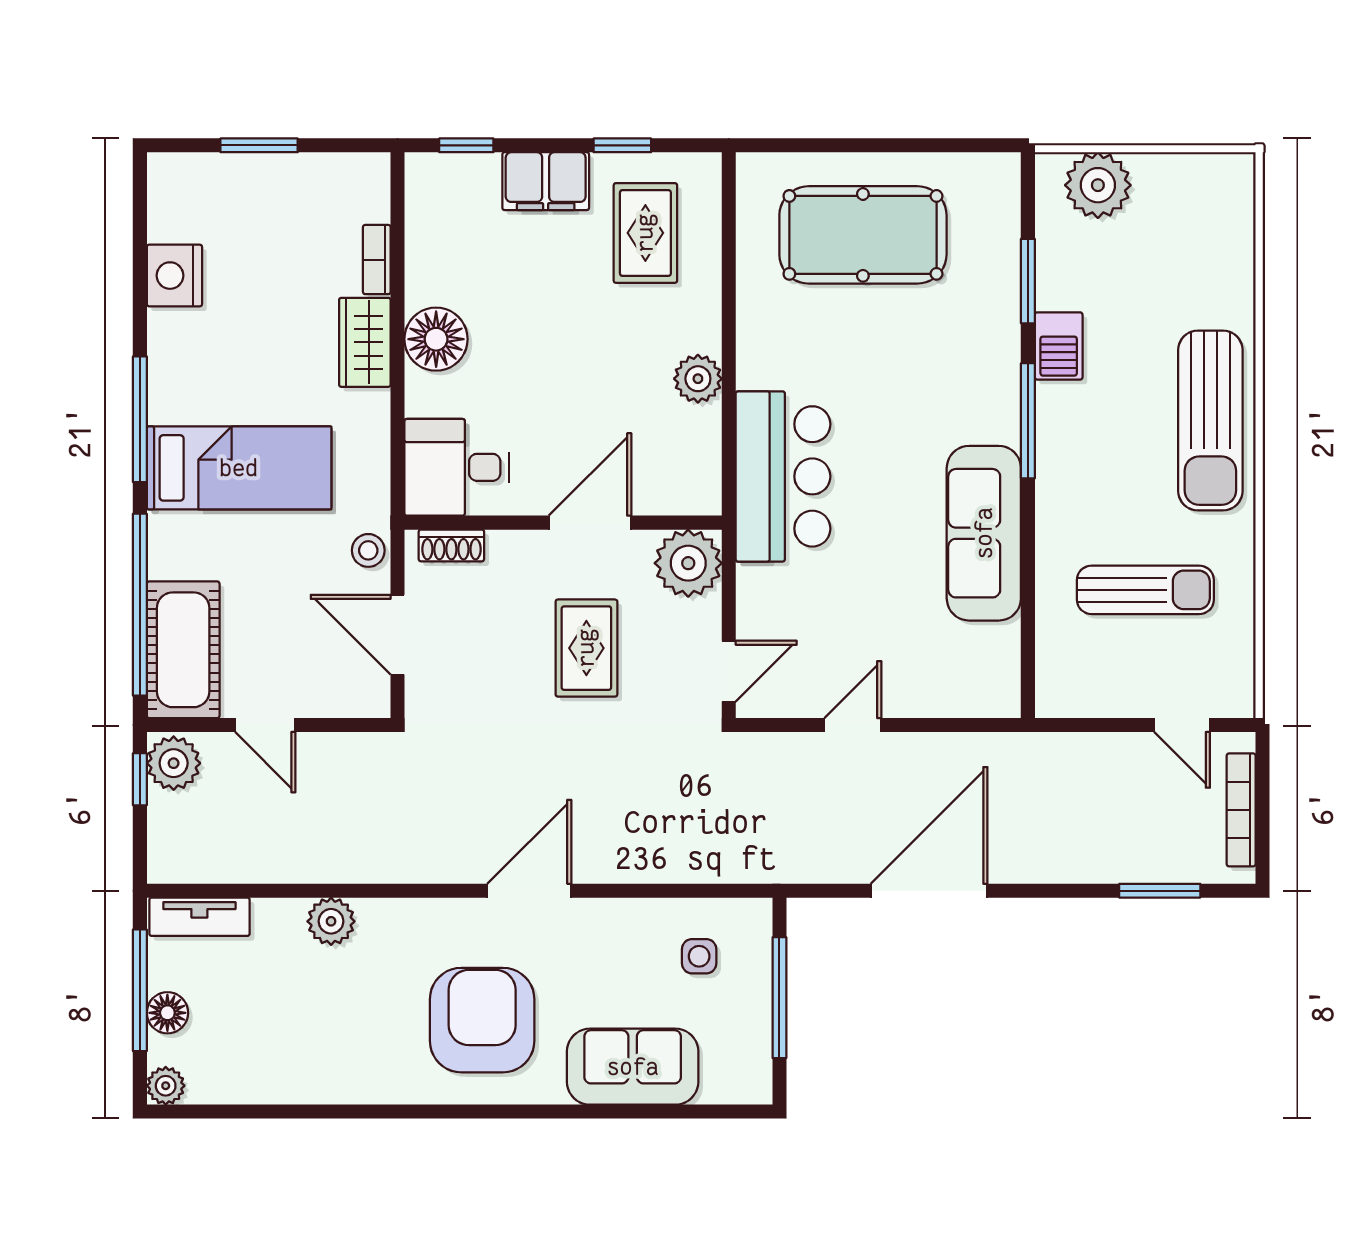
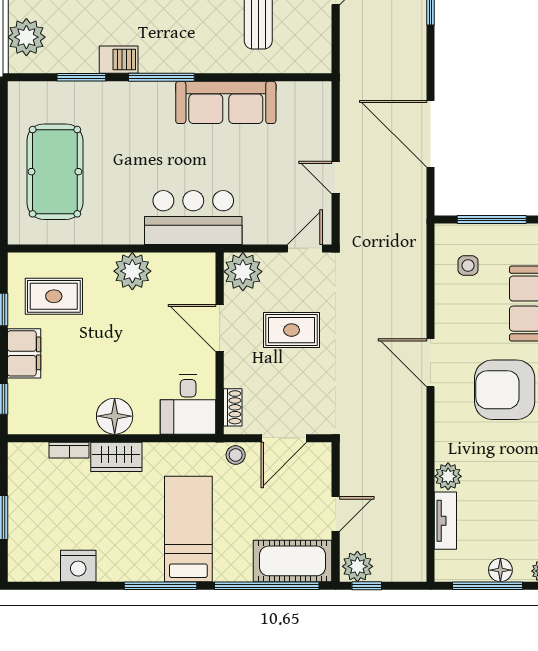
plant: (698, 379) -> (132, 271), width x1.36, depth x1.36
door: (729, 671) -> (305, 248), hinge flipped
tv unit: (199, 917) -> (445, 521), moved

